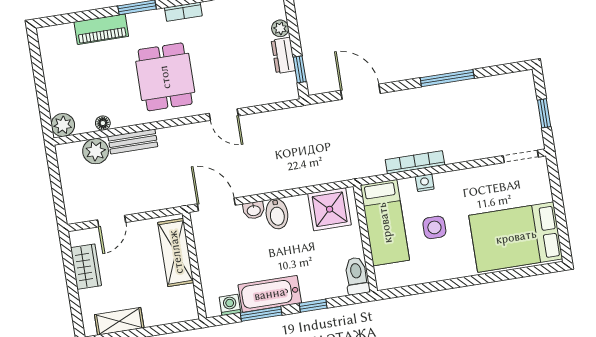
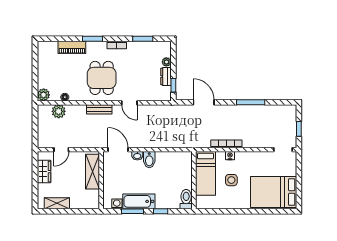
bench: (133, 141) -> (99, 109), moved
shower: (330, 209) -> (177, 162), removed

